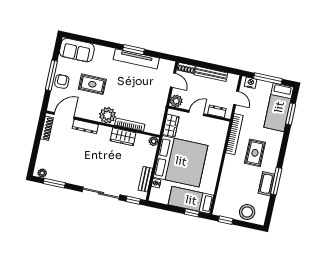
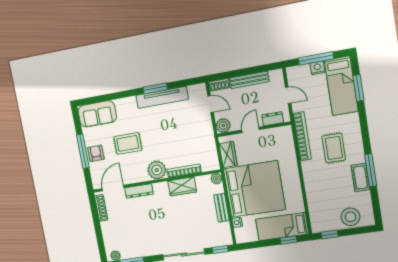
nightstand: (251, 83) -> (317, 68), moved
bench: (145, 179) -> (222, 208), moved

